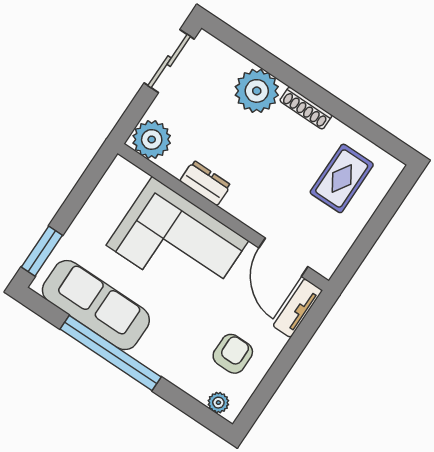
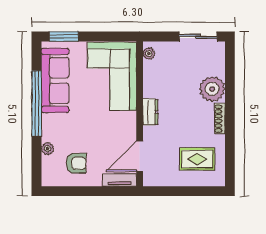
plant: (152, 139) -> (149, 54), width x0.53, depth x0.53
dresser: (205, 183) -> (150, 112), moved
corner sofa: (177, 243) -> (112, 76), moved
plant: (218, 403) -> (48, 149), moved

